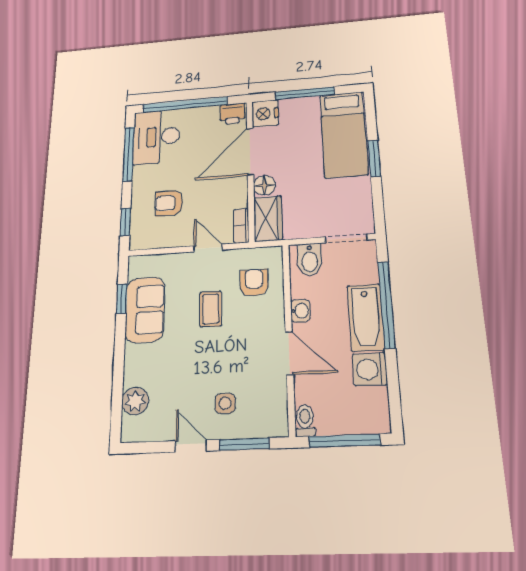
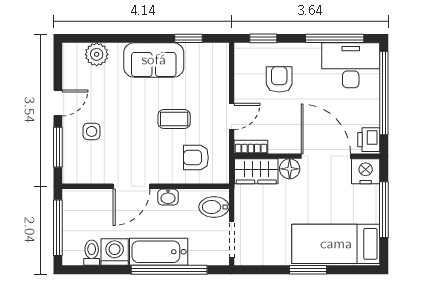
armchair: (254, 283) -> (196, 158), turned 180
sofa: (145, 310) -> (154, 60), moved
toilet: (305, 421) -> (92, 253), moved, turned -90

